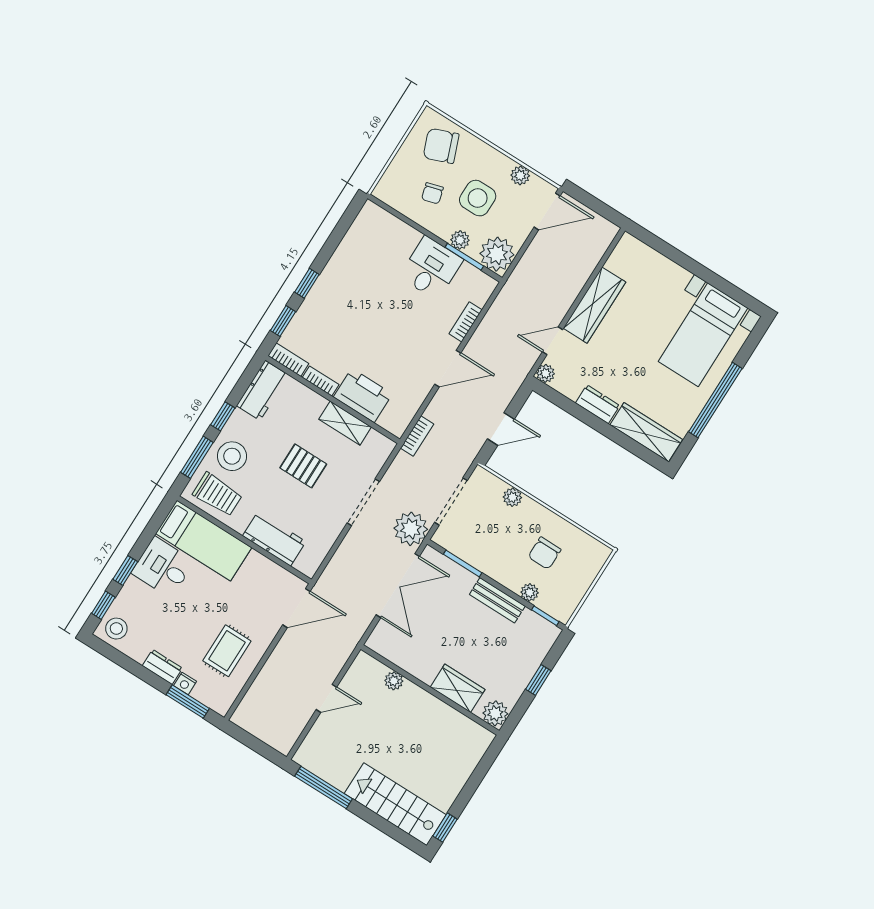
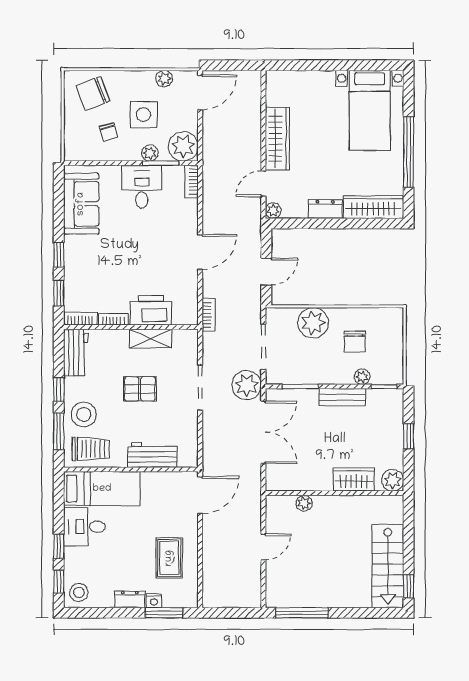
sofa: (361, 247) -> (81, 204), added
bookcase: (465, 322) -> (191, 182), moved
plant: (512, 497) -> (313, 323), width x1.88, depth x1.88
stairs: (395, 804) -> (388, 566), moved, turned -90

